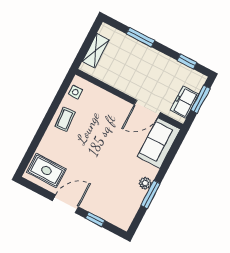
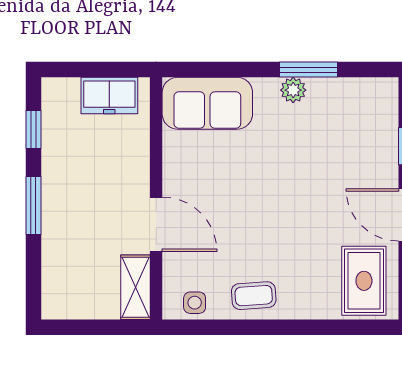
window: (140, 37) -> (33, 205), moved
shelving: (96, 51) -> (136, 287), moved, turned 90
window: (200, 99) -> (89, 70), removed
door: (147, 109) -> (156, 224), moved

